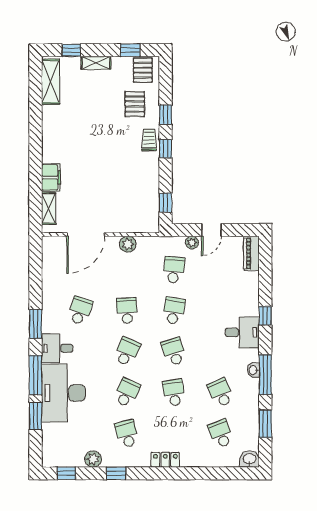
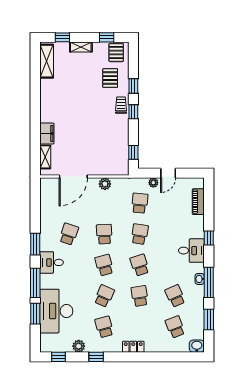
piano: (251, 253) -> (198, 202), moved
school desk: (127, 352) -> (104, 265), turned -39
desk: (63, 393) -> (56, 311), moved

